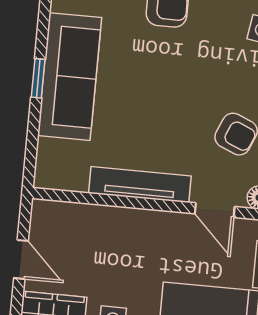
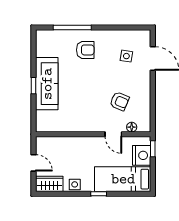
tv unit: (140, 185) -> (81, 126), removed

